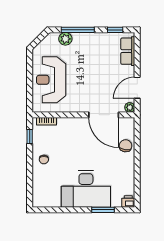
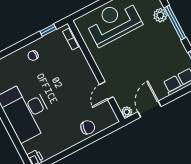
door: (137, 88) -> (149, 109), hinge flipped
door: (104, 115) -> (106, 91), width x0.53
window: (103, 210) -> (15, 138), removed

